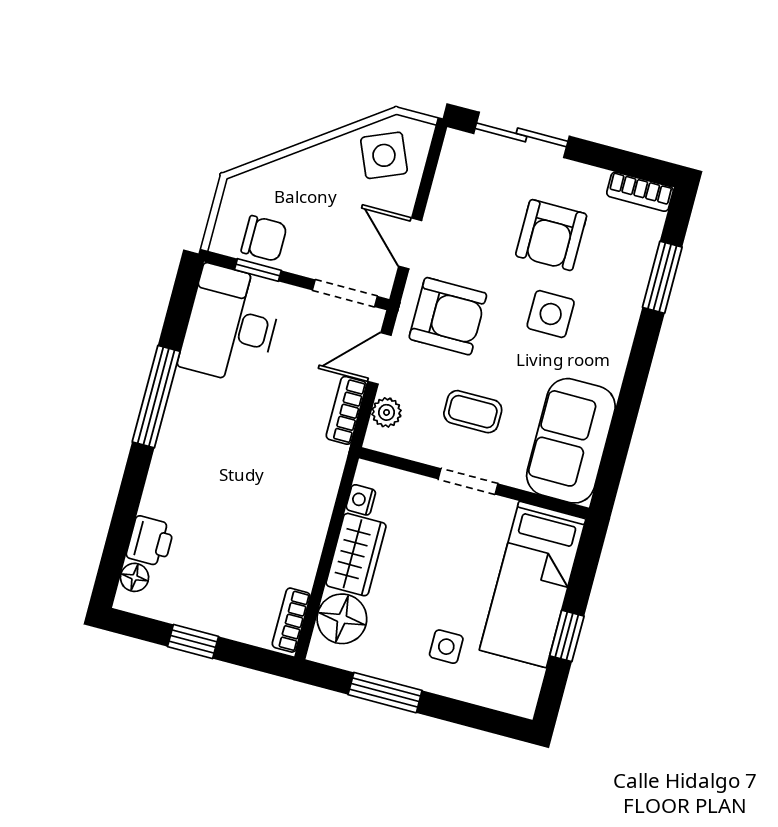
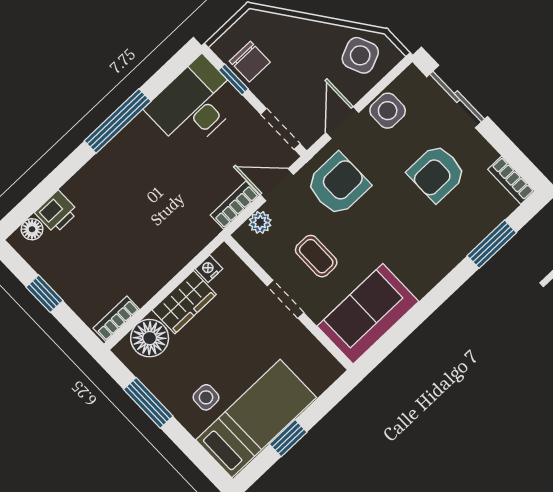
side table: (551, 314) -> (388, 111), moved
armchair: (448, 316) -> (338, 185), turned -90
bed: (533, 584) -> (256, 419), moved, turned 180

